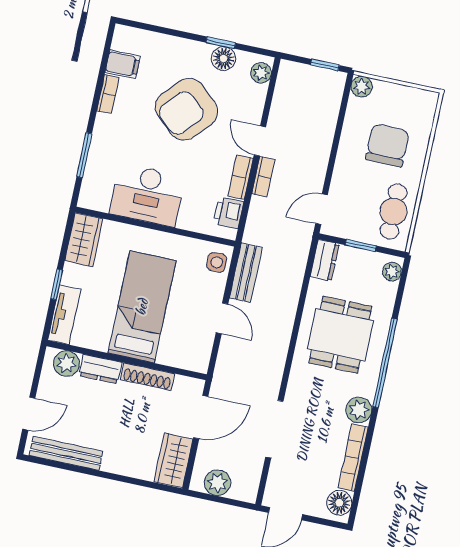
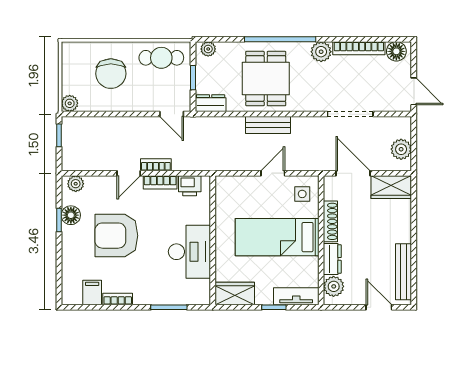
armchair: (186, 109) -> (116, 236), turned 138
chair: (387, 145) -> (111, 74), turned -90
side table: (217, 262) -> (302, 194), moved
bench: (246, 273) -> (268, 125), moved
dining table: (340, 335) -> (266, 79), turned 90

